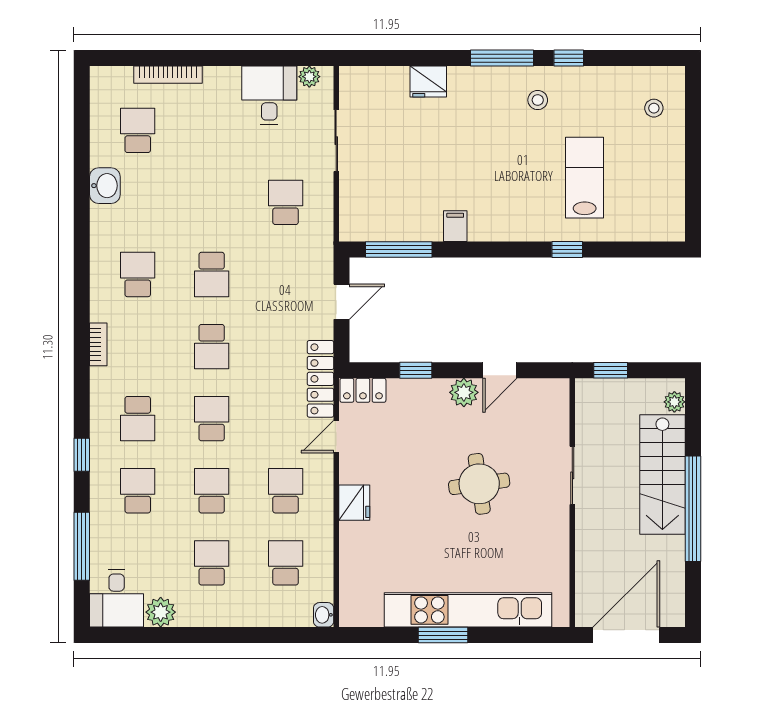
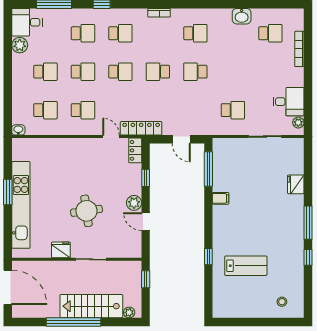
stool: (538, 100) -> (286, 241), removed
school desk: (138, 419) -> (120, 33), turned 180
fridge: (354, 503) -> (61, 250), moved, turned 180

